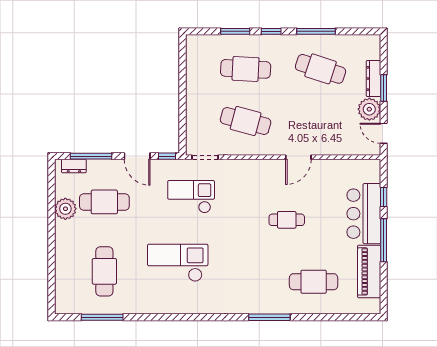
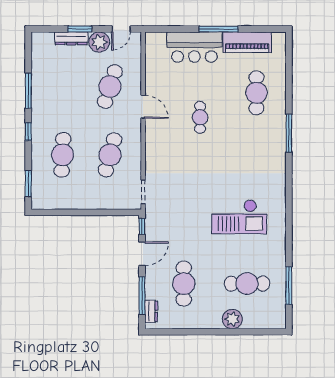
window: (235, 31) -> (28, 184), moved
cafe table: (321, 69) -> (110, 87), moved
checkout: (191, 197) -> (179, 205), removed
window: (384, 197) -> (179, 29), removed
plant: (65, 209) -> (232, 319), moved
checkout: (178, 263) -> (239, 217), turned -90

